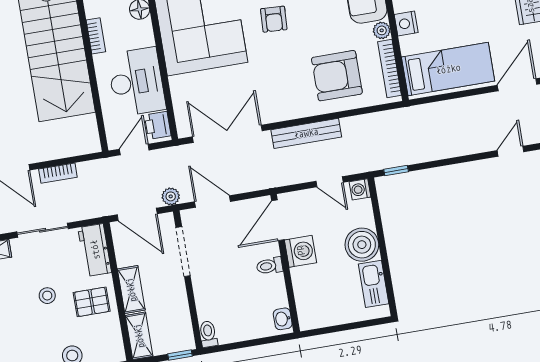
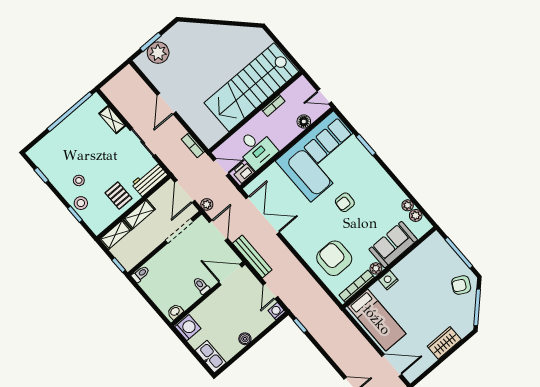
desk: (136, 82) -> (256, 149), width x0.73
bench: (306, 133) -> (252, 256), moved
bookcase: (58, 173) -> (193, 145), moved
boiler: (362, 245) -> (245, 339), width x0.54, depth x0.54
washing machine: (301, 251) -> (188, 328), moved, turned -90
kitchen sink: (374, 284) -> (211, 357), moved, turned 90
stool: (47, 296) -> (79, 180), moved

